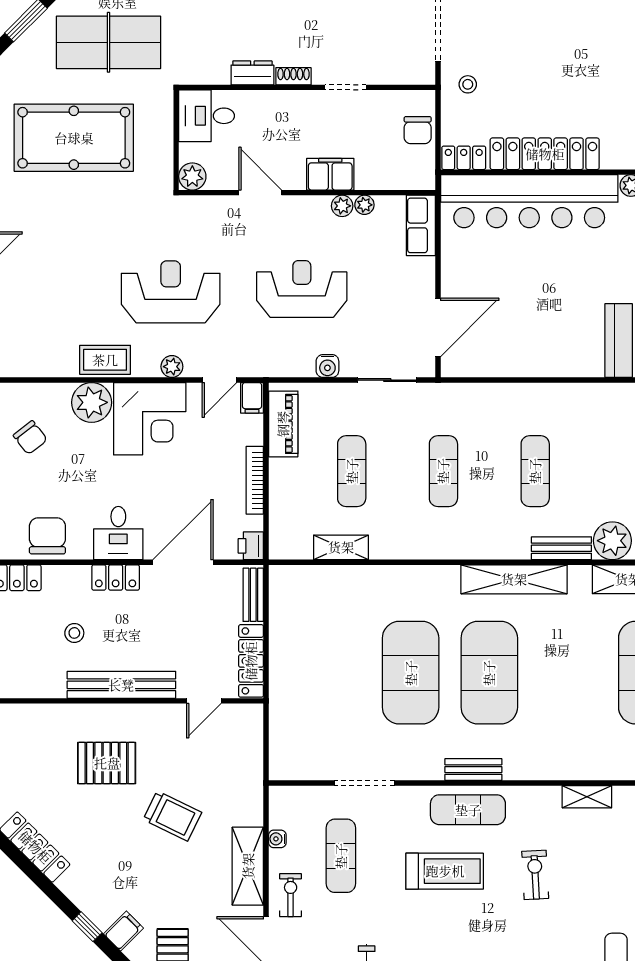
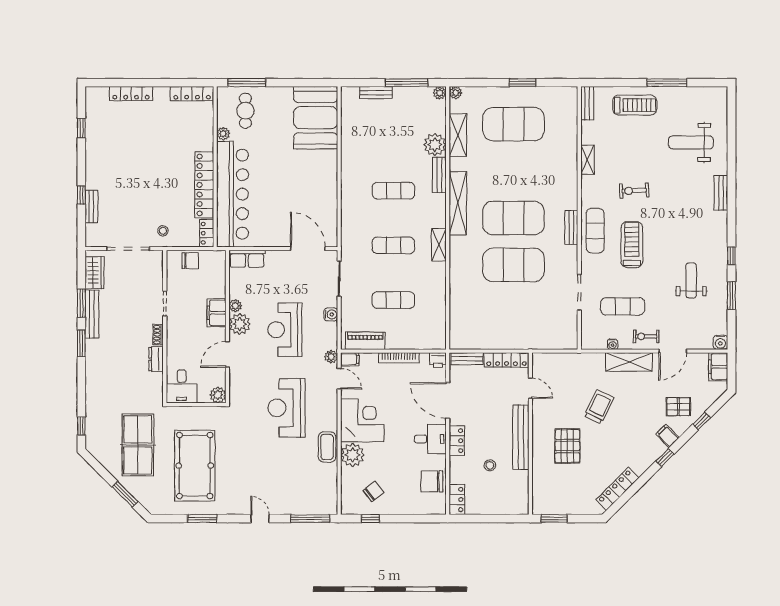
plant: (364, 205) -> (240, 324), moved, width x1.87, depth x1.87
plant: (172, 367) -> (331, 357), moved
shelving: (341, 547) -> (439, 245), moved

